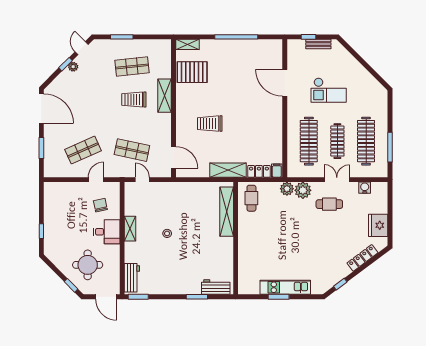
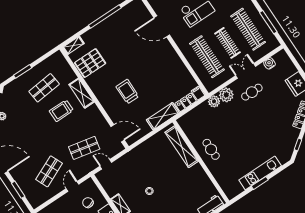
trolley: (210, 124) -> (127, 92), turned 90
cafe table: (251, 198) -> (211, 149), moved

